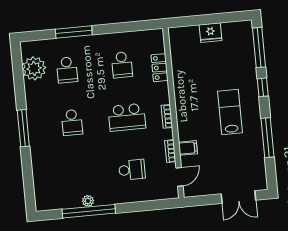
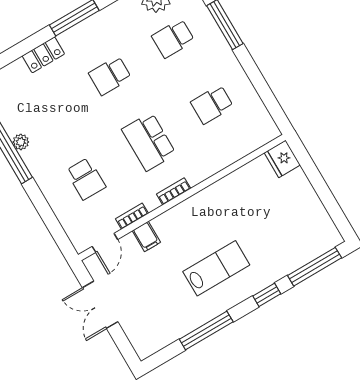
fridge: (210, 33) -> (282, 159), moved
locker: (160, 68) -> (43, 55), moved, turned 180
door: (179, 177) -> (105, 243), hinge flipped
double door: (238, 197) -> (100, 305), moved

